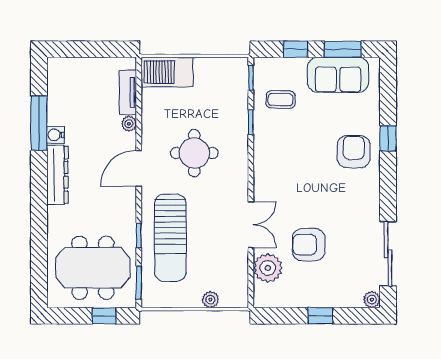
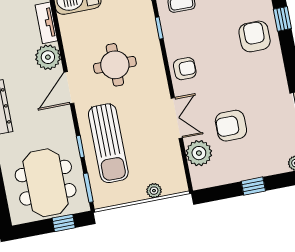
plant: (129, 124) -> (48, 57), width x1.88, depth x1.88
armchair: (270, 172) -> (185, 69), added
meeting table: (93, 268) -> (46, 183), turned 90

